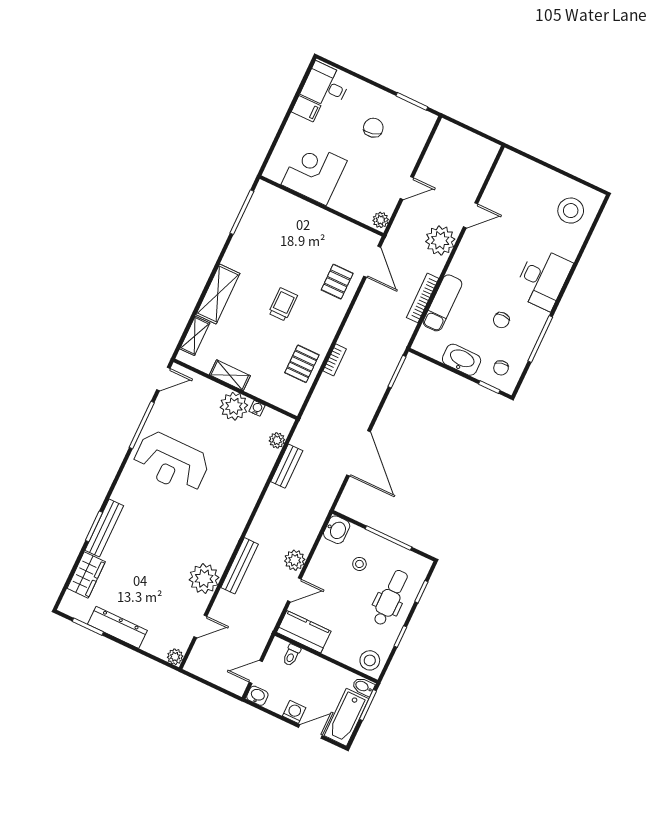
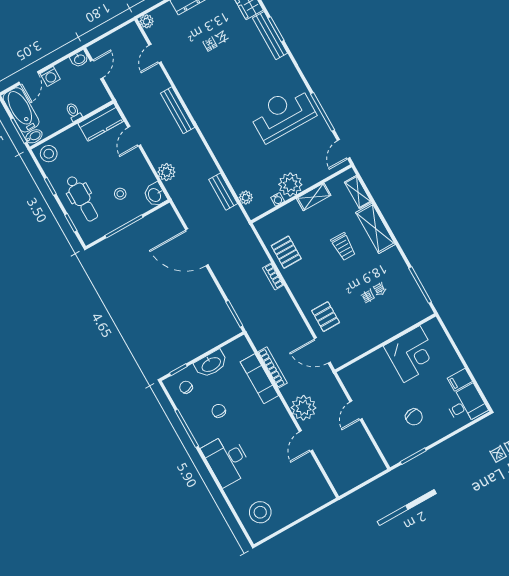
plant: (381, 220) -> (347, 377), removed
trolley: (283, 304) -> (343, 247), moved
plant: (295, 560) -> (166, 172), moved
plant: (204, 579) -> (186, 80), removed
toilet: (291, 655) -> (74, 112), moved

